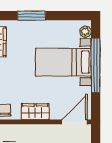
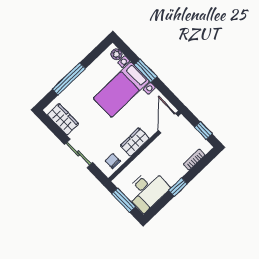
window: (31, 16) -> (69, 79), width x1.44
window: (96, 65) -> (146, 71), width x0.47

